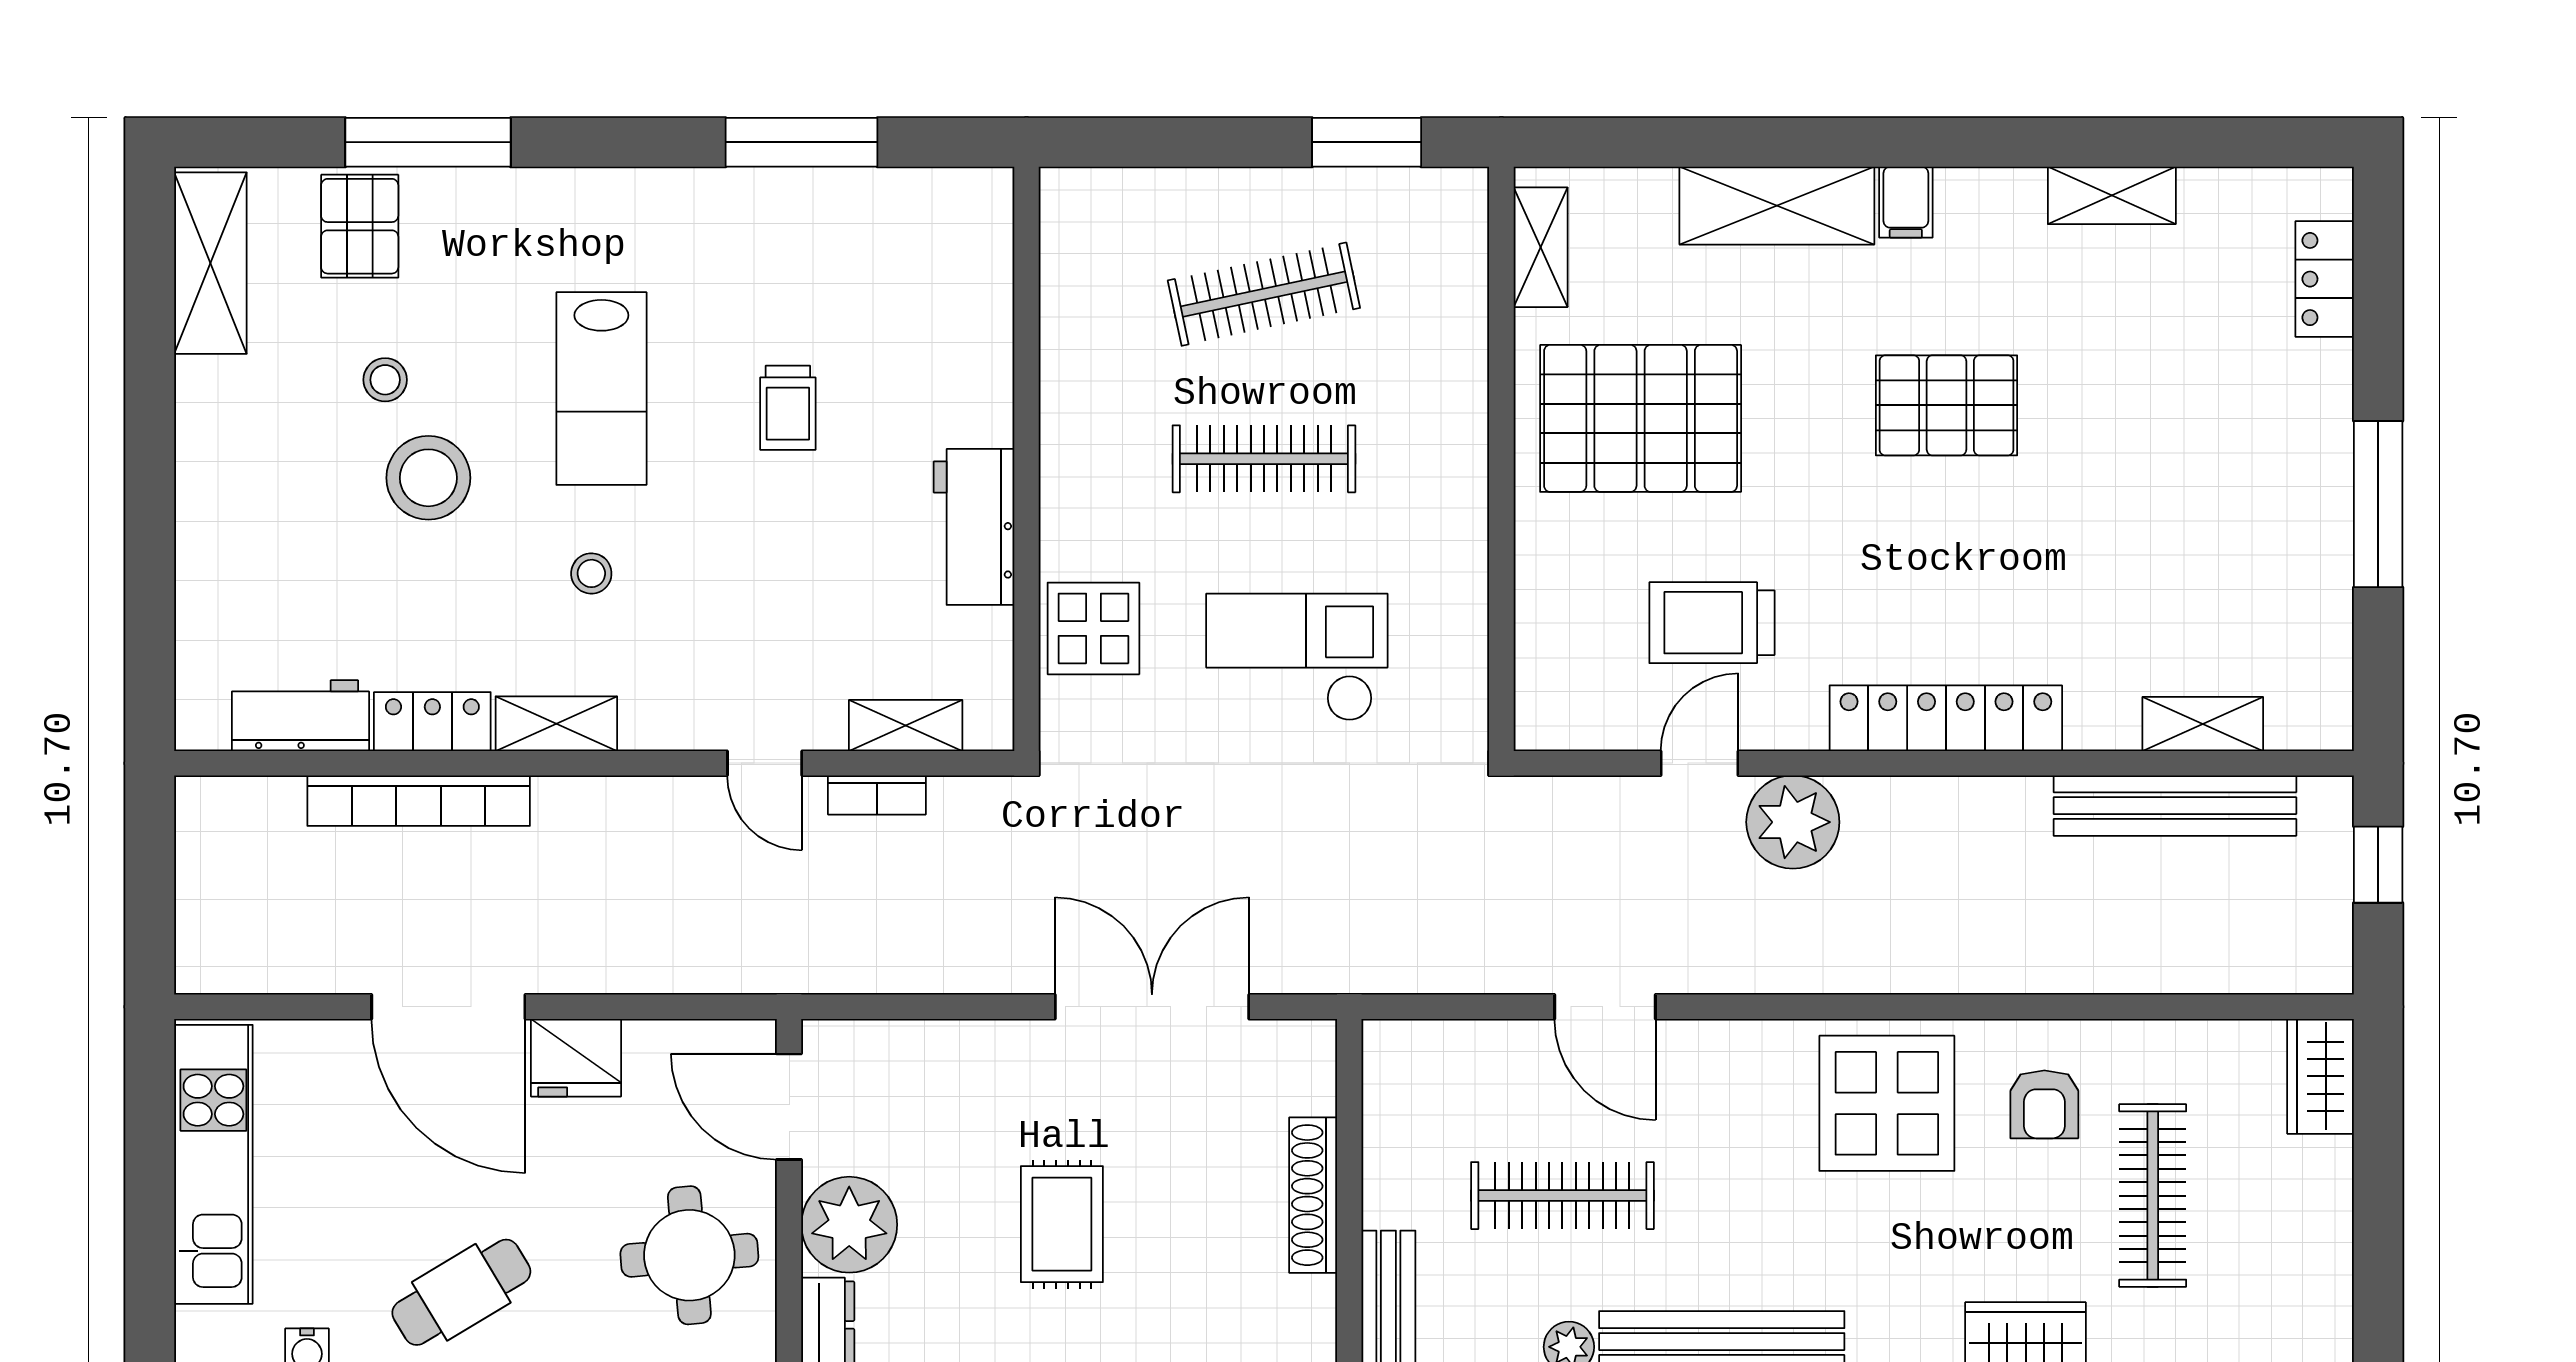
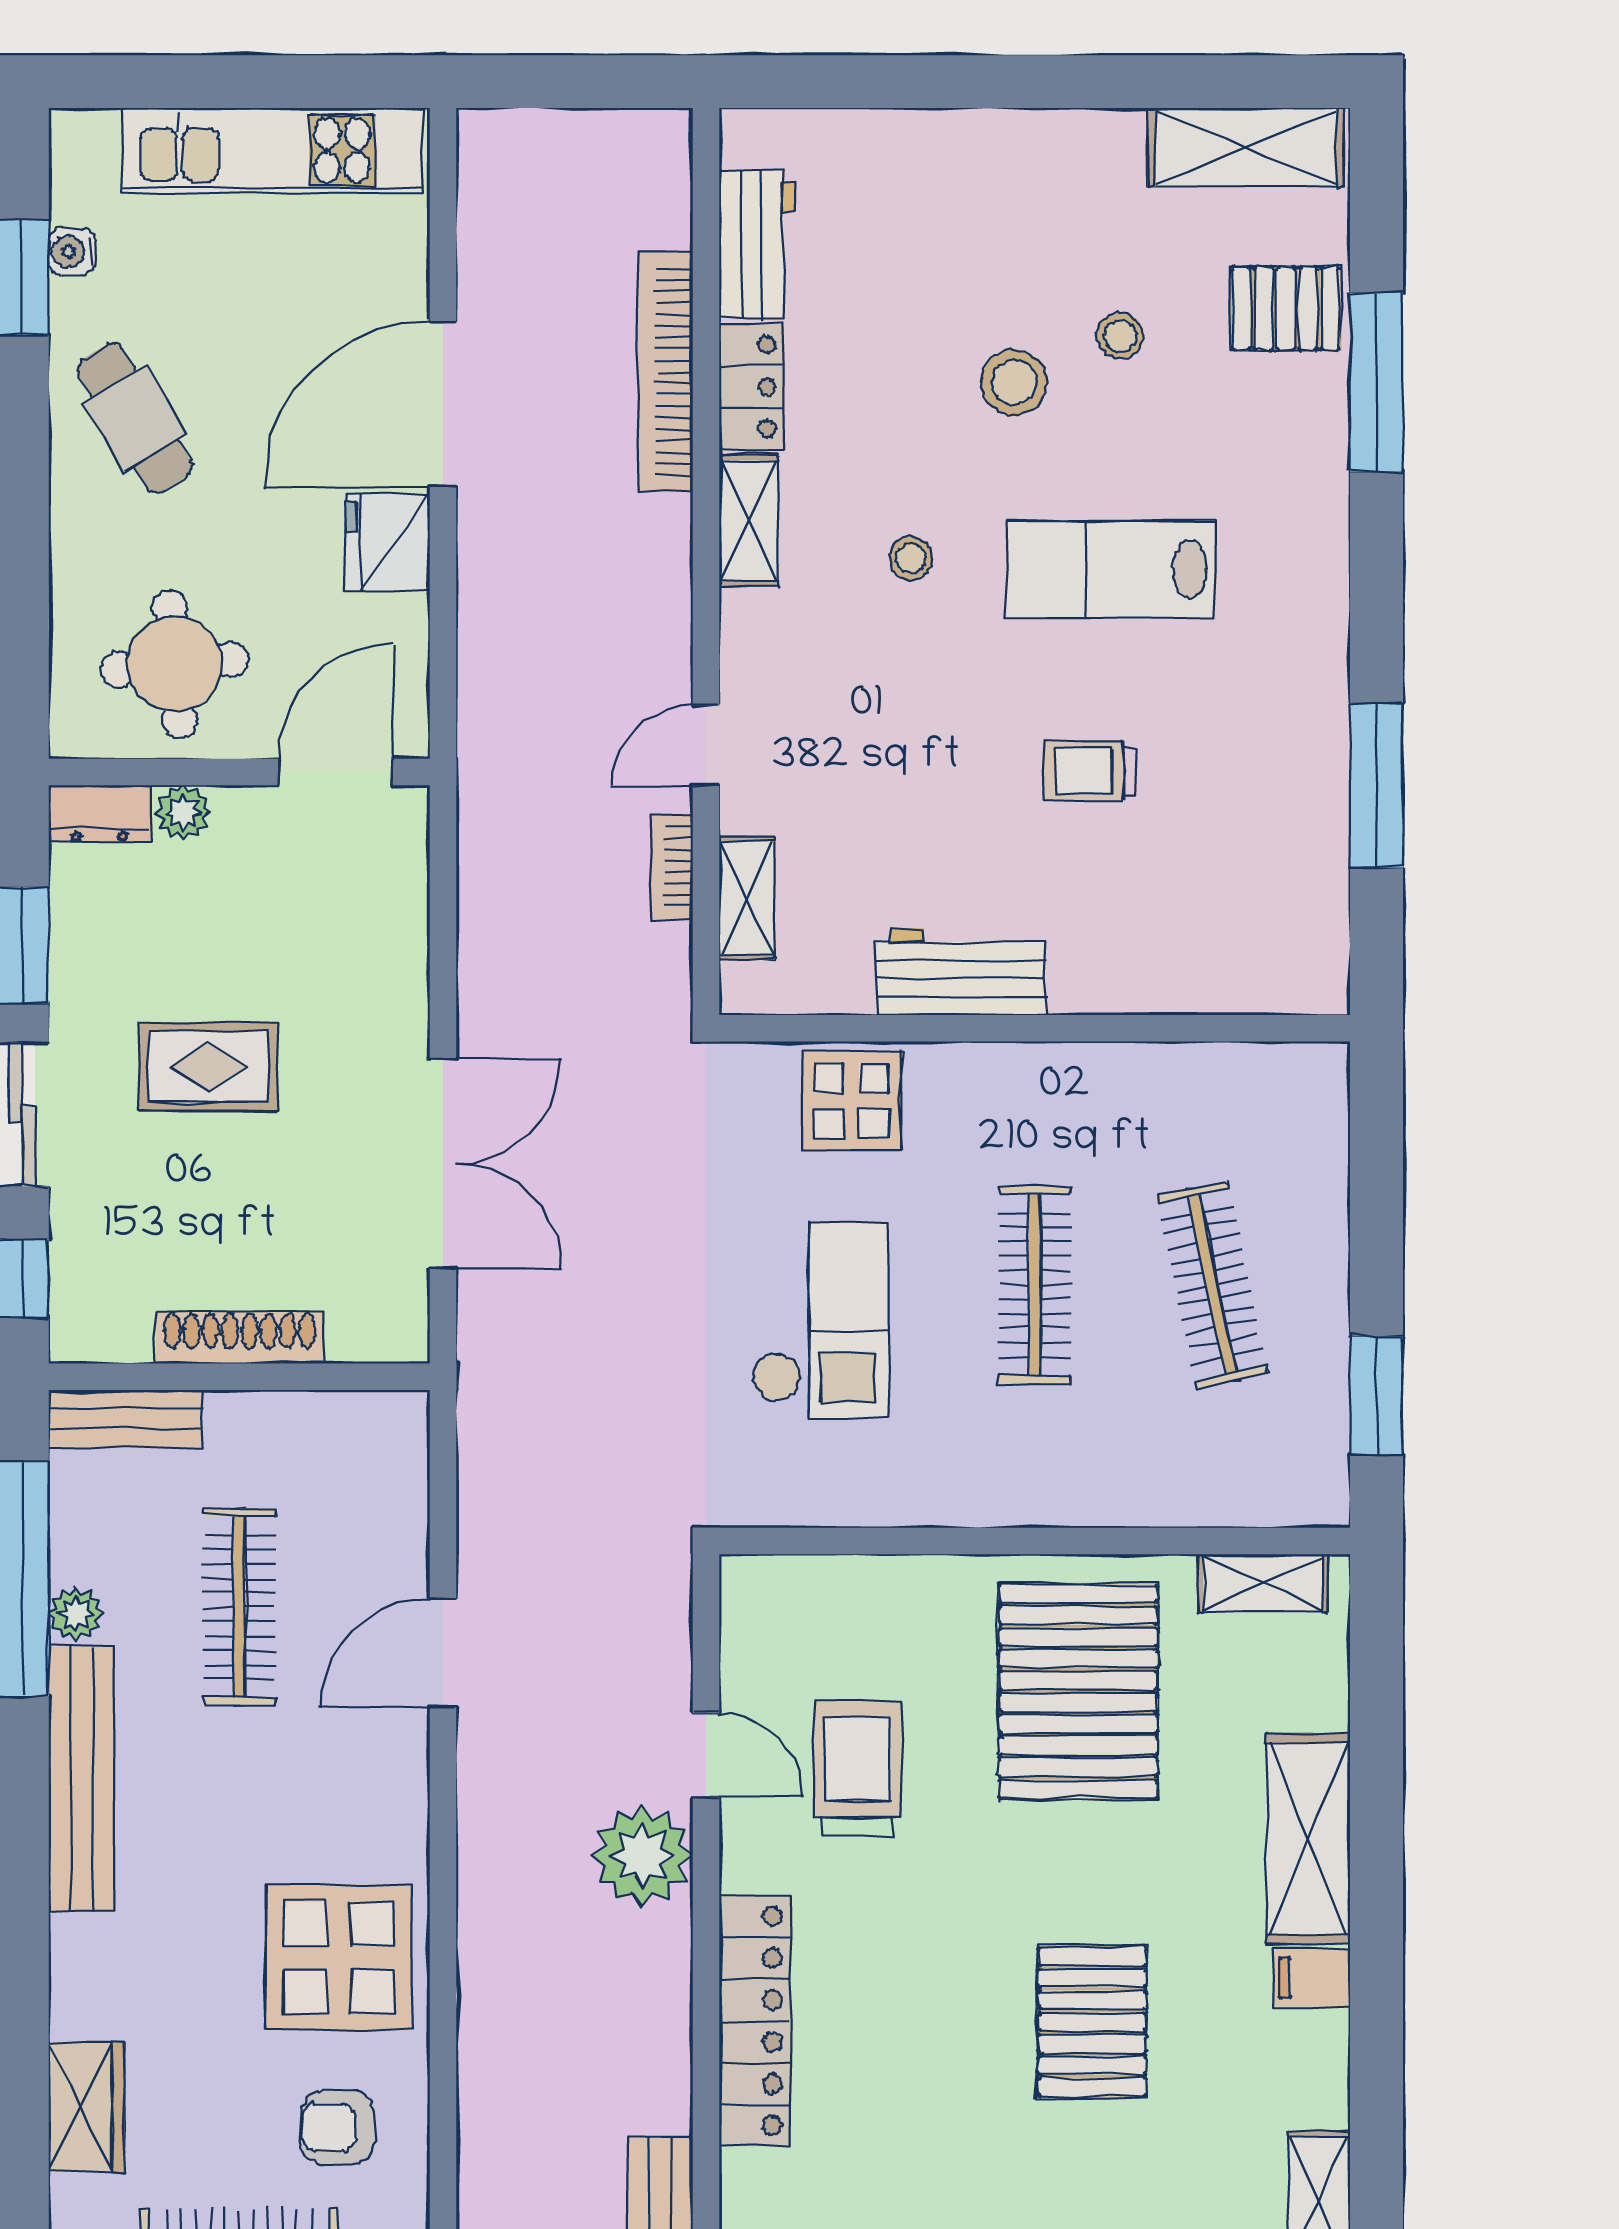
stool: (428, 478) -> (1014, 382), width x0.73, depth x0.73
plant: (849, 1225) -> (183, 813), width x0.53, depth x0.53

